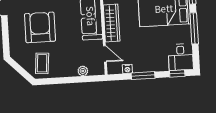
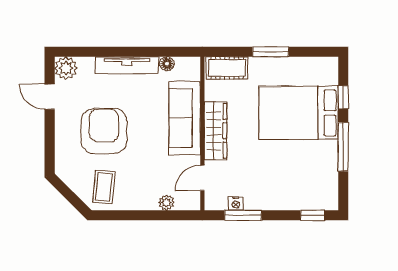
door: (105, 54) -> (202, 178), swing flipped
desk: (181, 57) -> (320, 190), removed
window: (143, 76) -> (243, 215), moved

